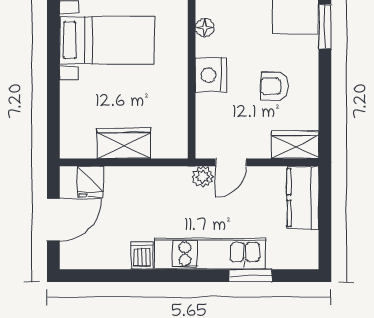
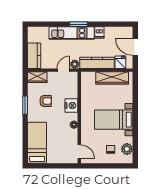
window: (325, 27) -> (25, 105), moved
wardrobe: (124, 143) -> (112, 78), width x1.50
kitchen counter: (148, 180) -> (97, 63), added
door: (53, 220) -> (135, 47), hinge flipped
window: (250, 276) -> (79, 24), moved

